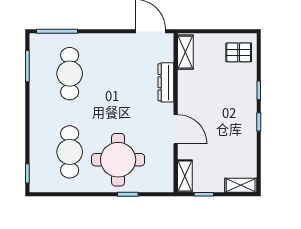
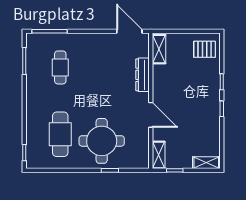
cafe table: (70, 74) -> (60, 67), width x0.73, depth x0.74

